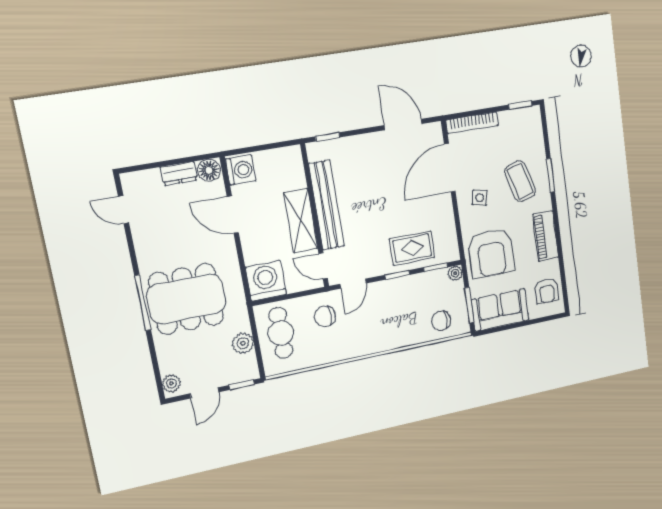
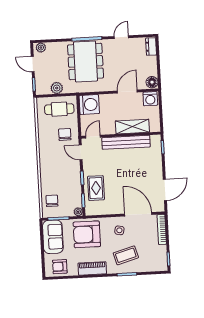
dresser: (179, 174) -> (151, 47), moved
door: (124, 210) -> (121, 37), moved
shelving: (301, 221) -> (132, 127), moved

